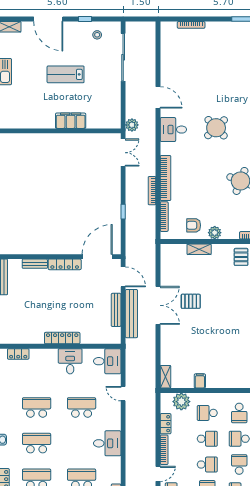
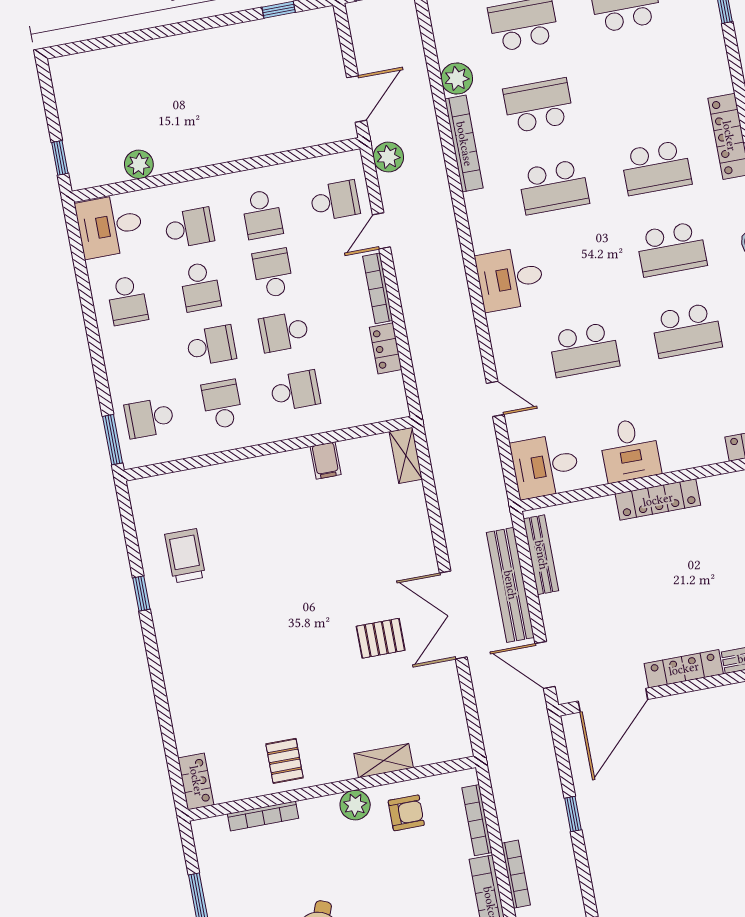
bench: (116, 310) -> (541, 555), moved
plant: (181, 402) -> (359, 406), removed
school desk: (207, 465) -> (273, 273), turned 90

